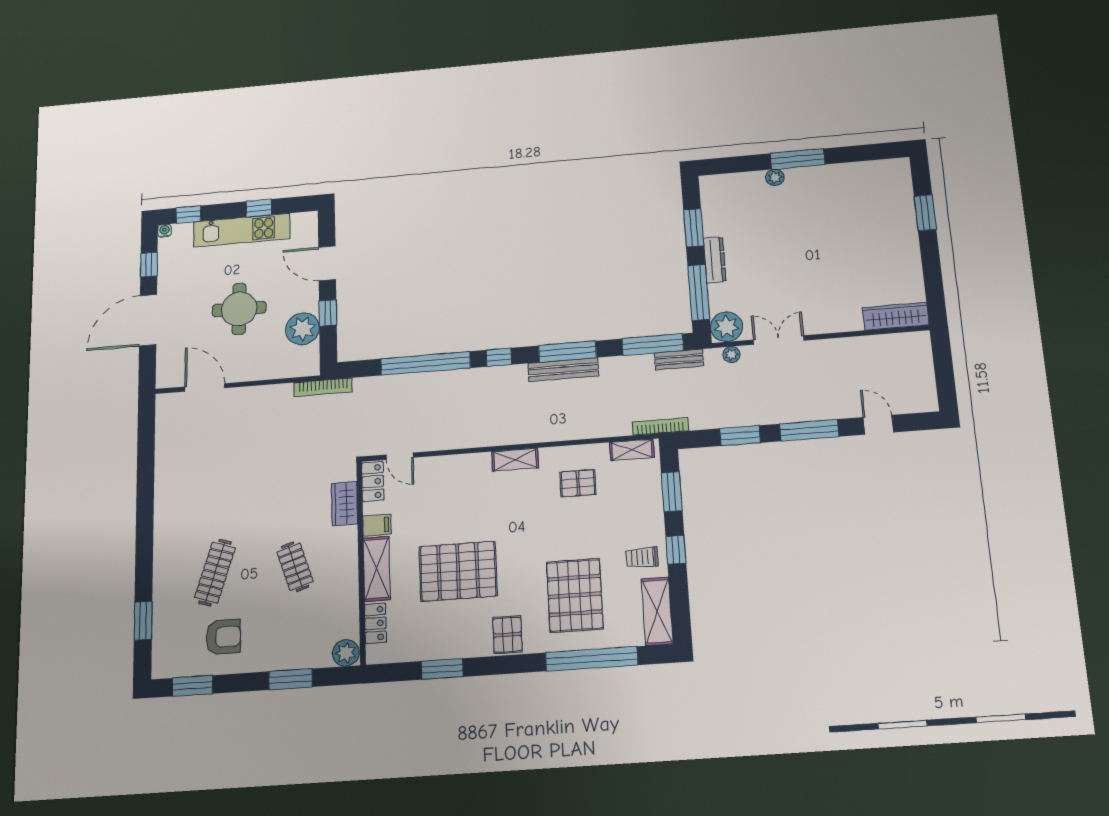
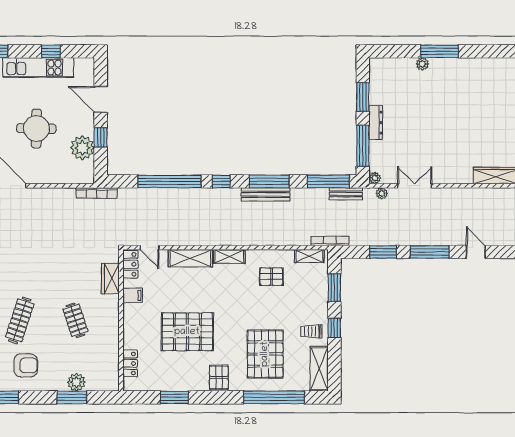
plant: (726, 327) -> (375, 178), width x0.53, depth x0.53
shelving: (377, 569) -> (190, 258), moved, turned 90
plant: (346, 653) -> (76, 382), moved

